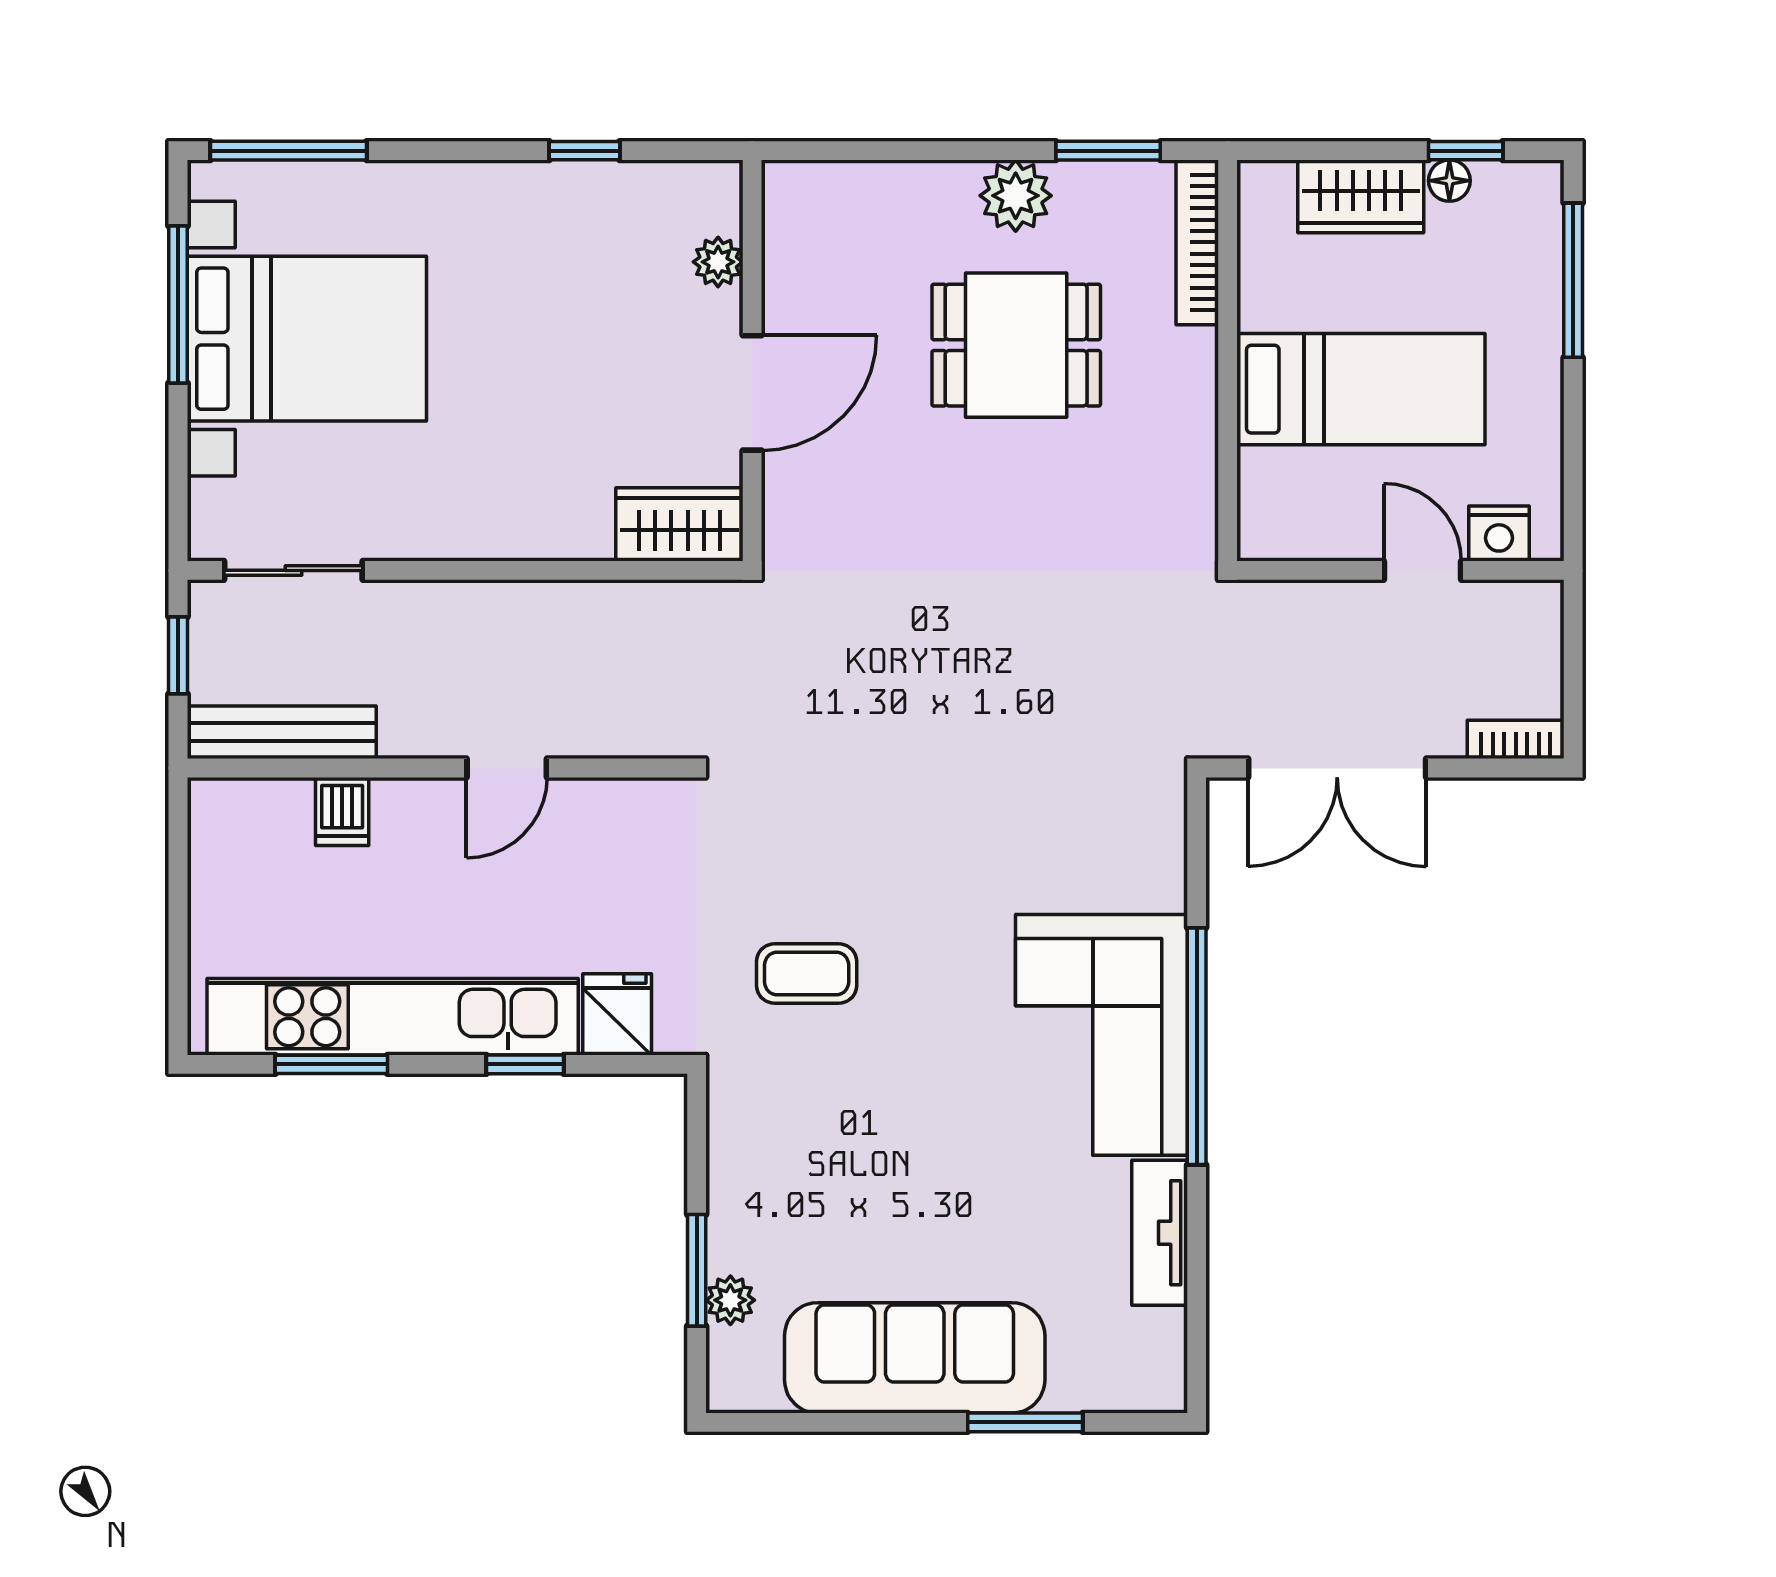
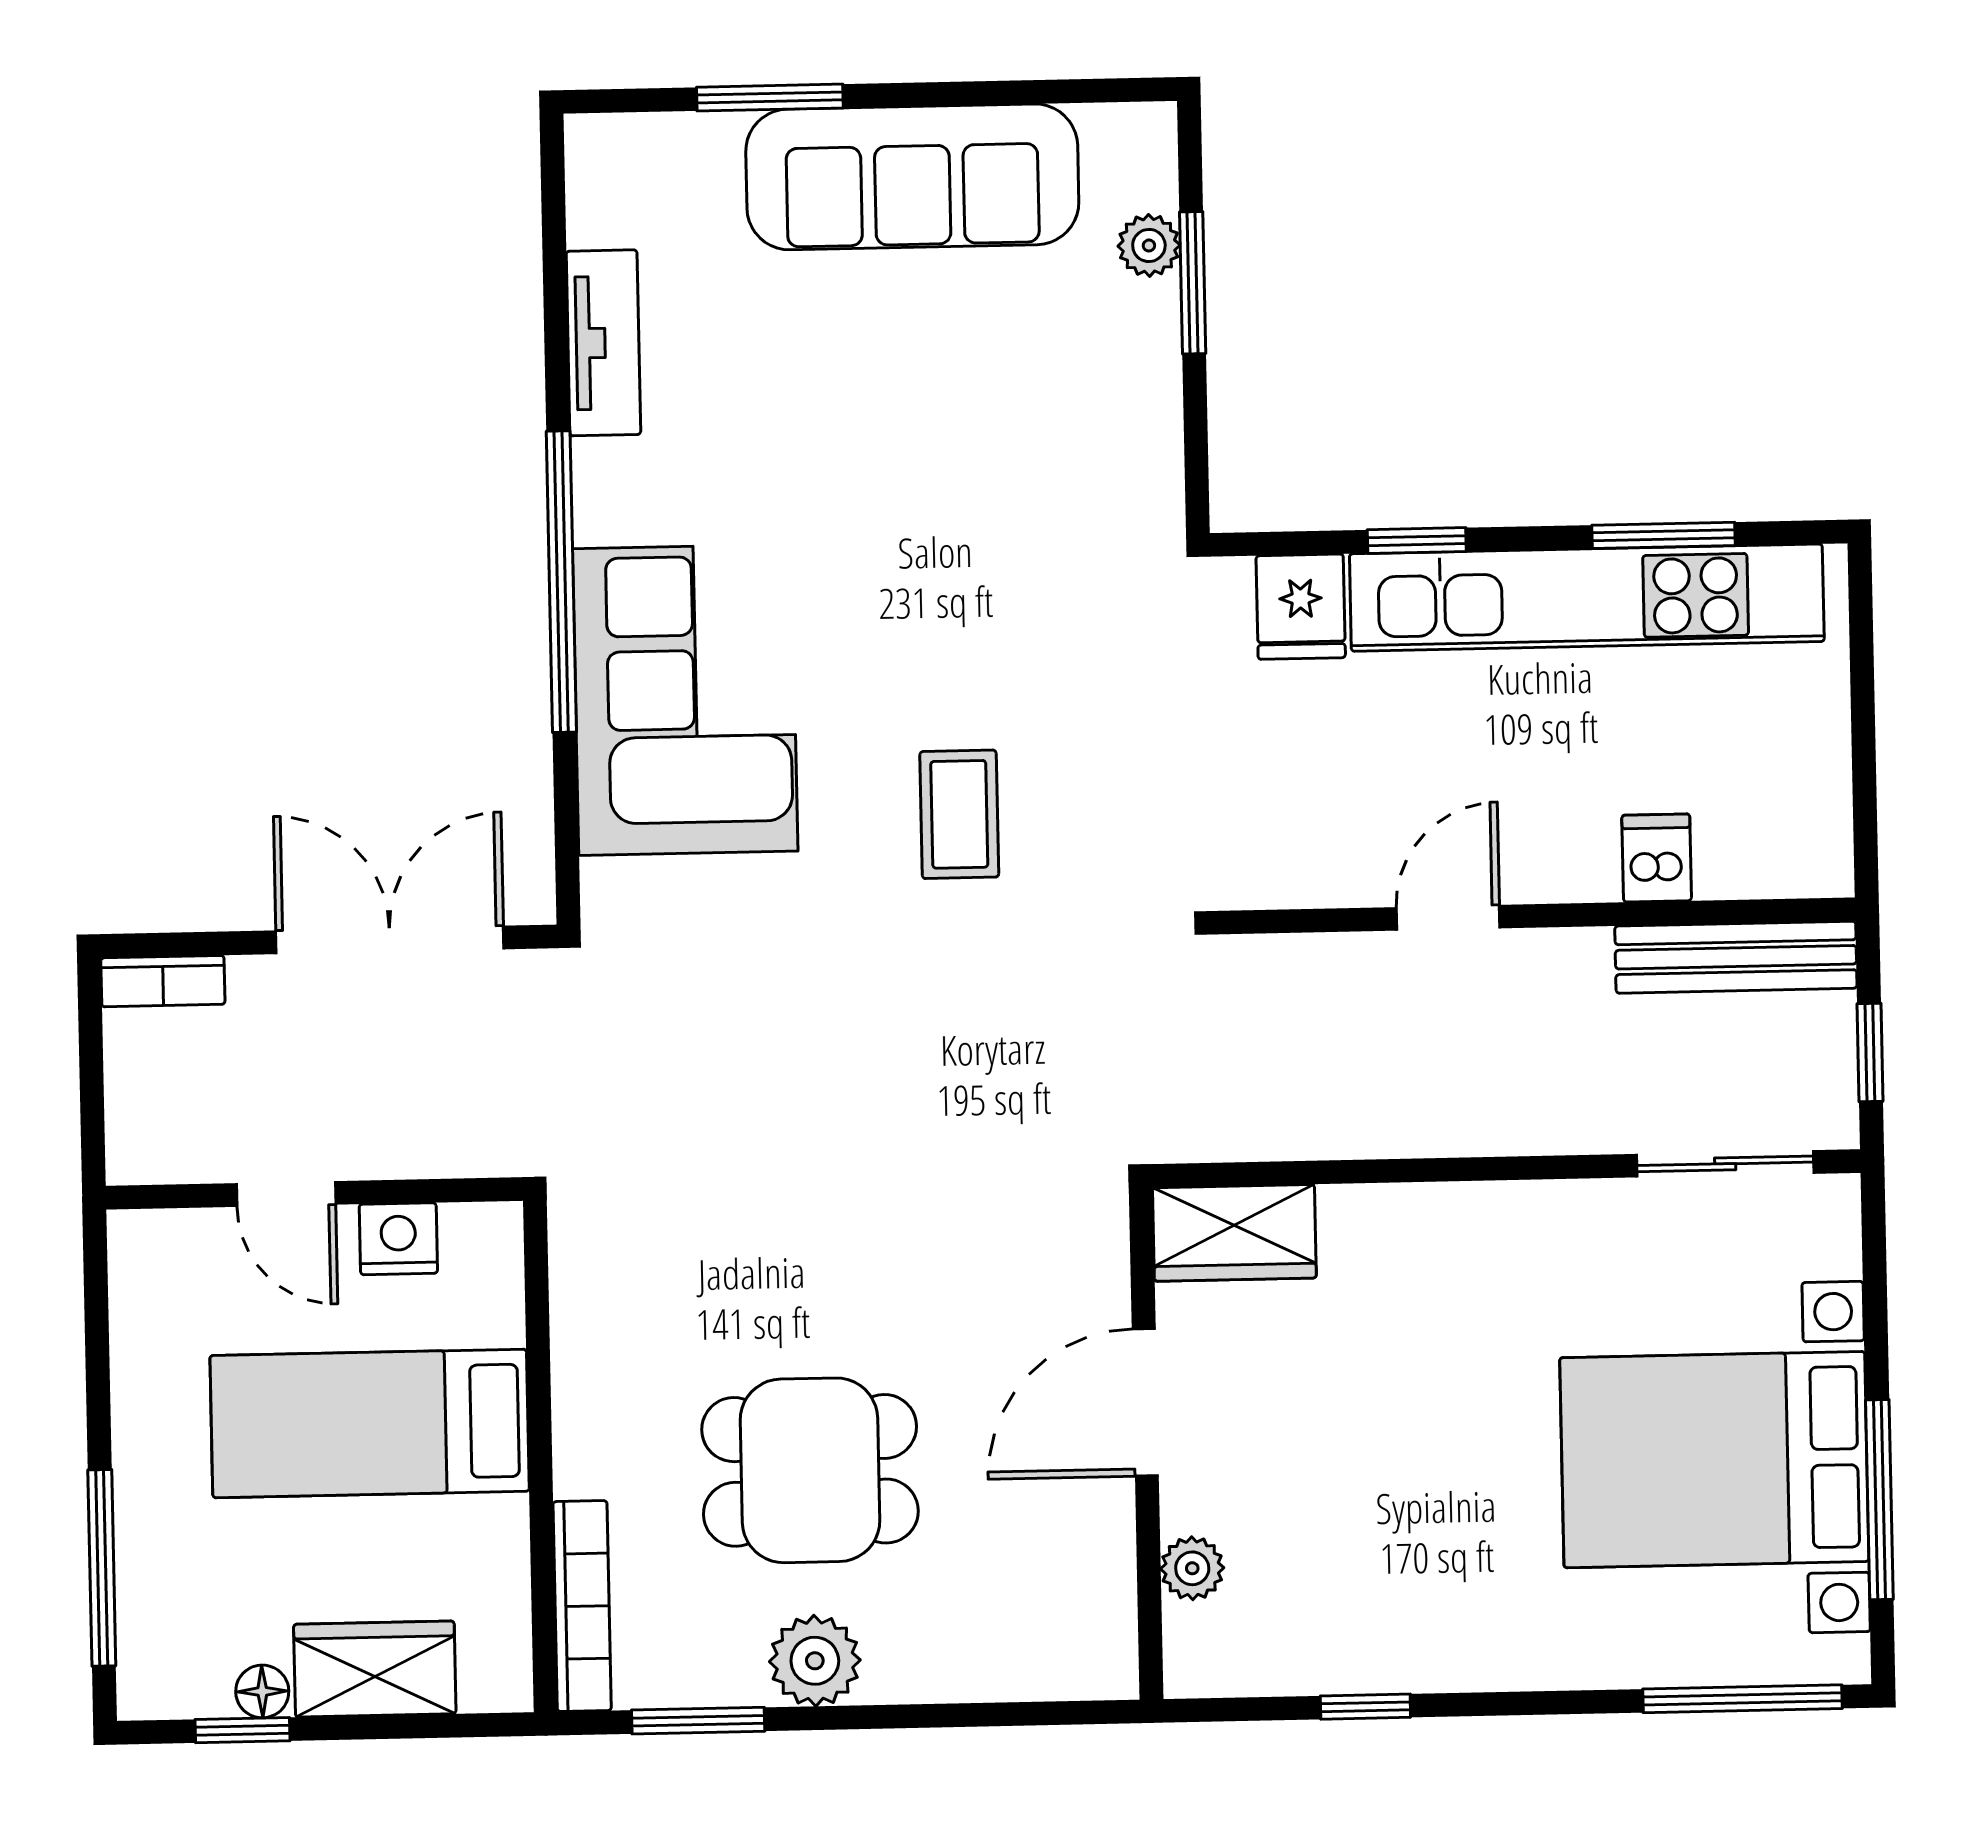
nightstand: (1499, 533) -> (398, 1239), moved
coffee table: (807, 974) -> (959, 814), moved, turned 90
corner sofa: (1101, 1035) -> (685, 700), moved

